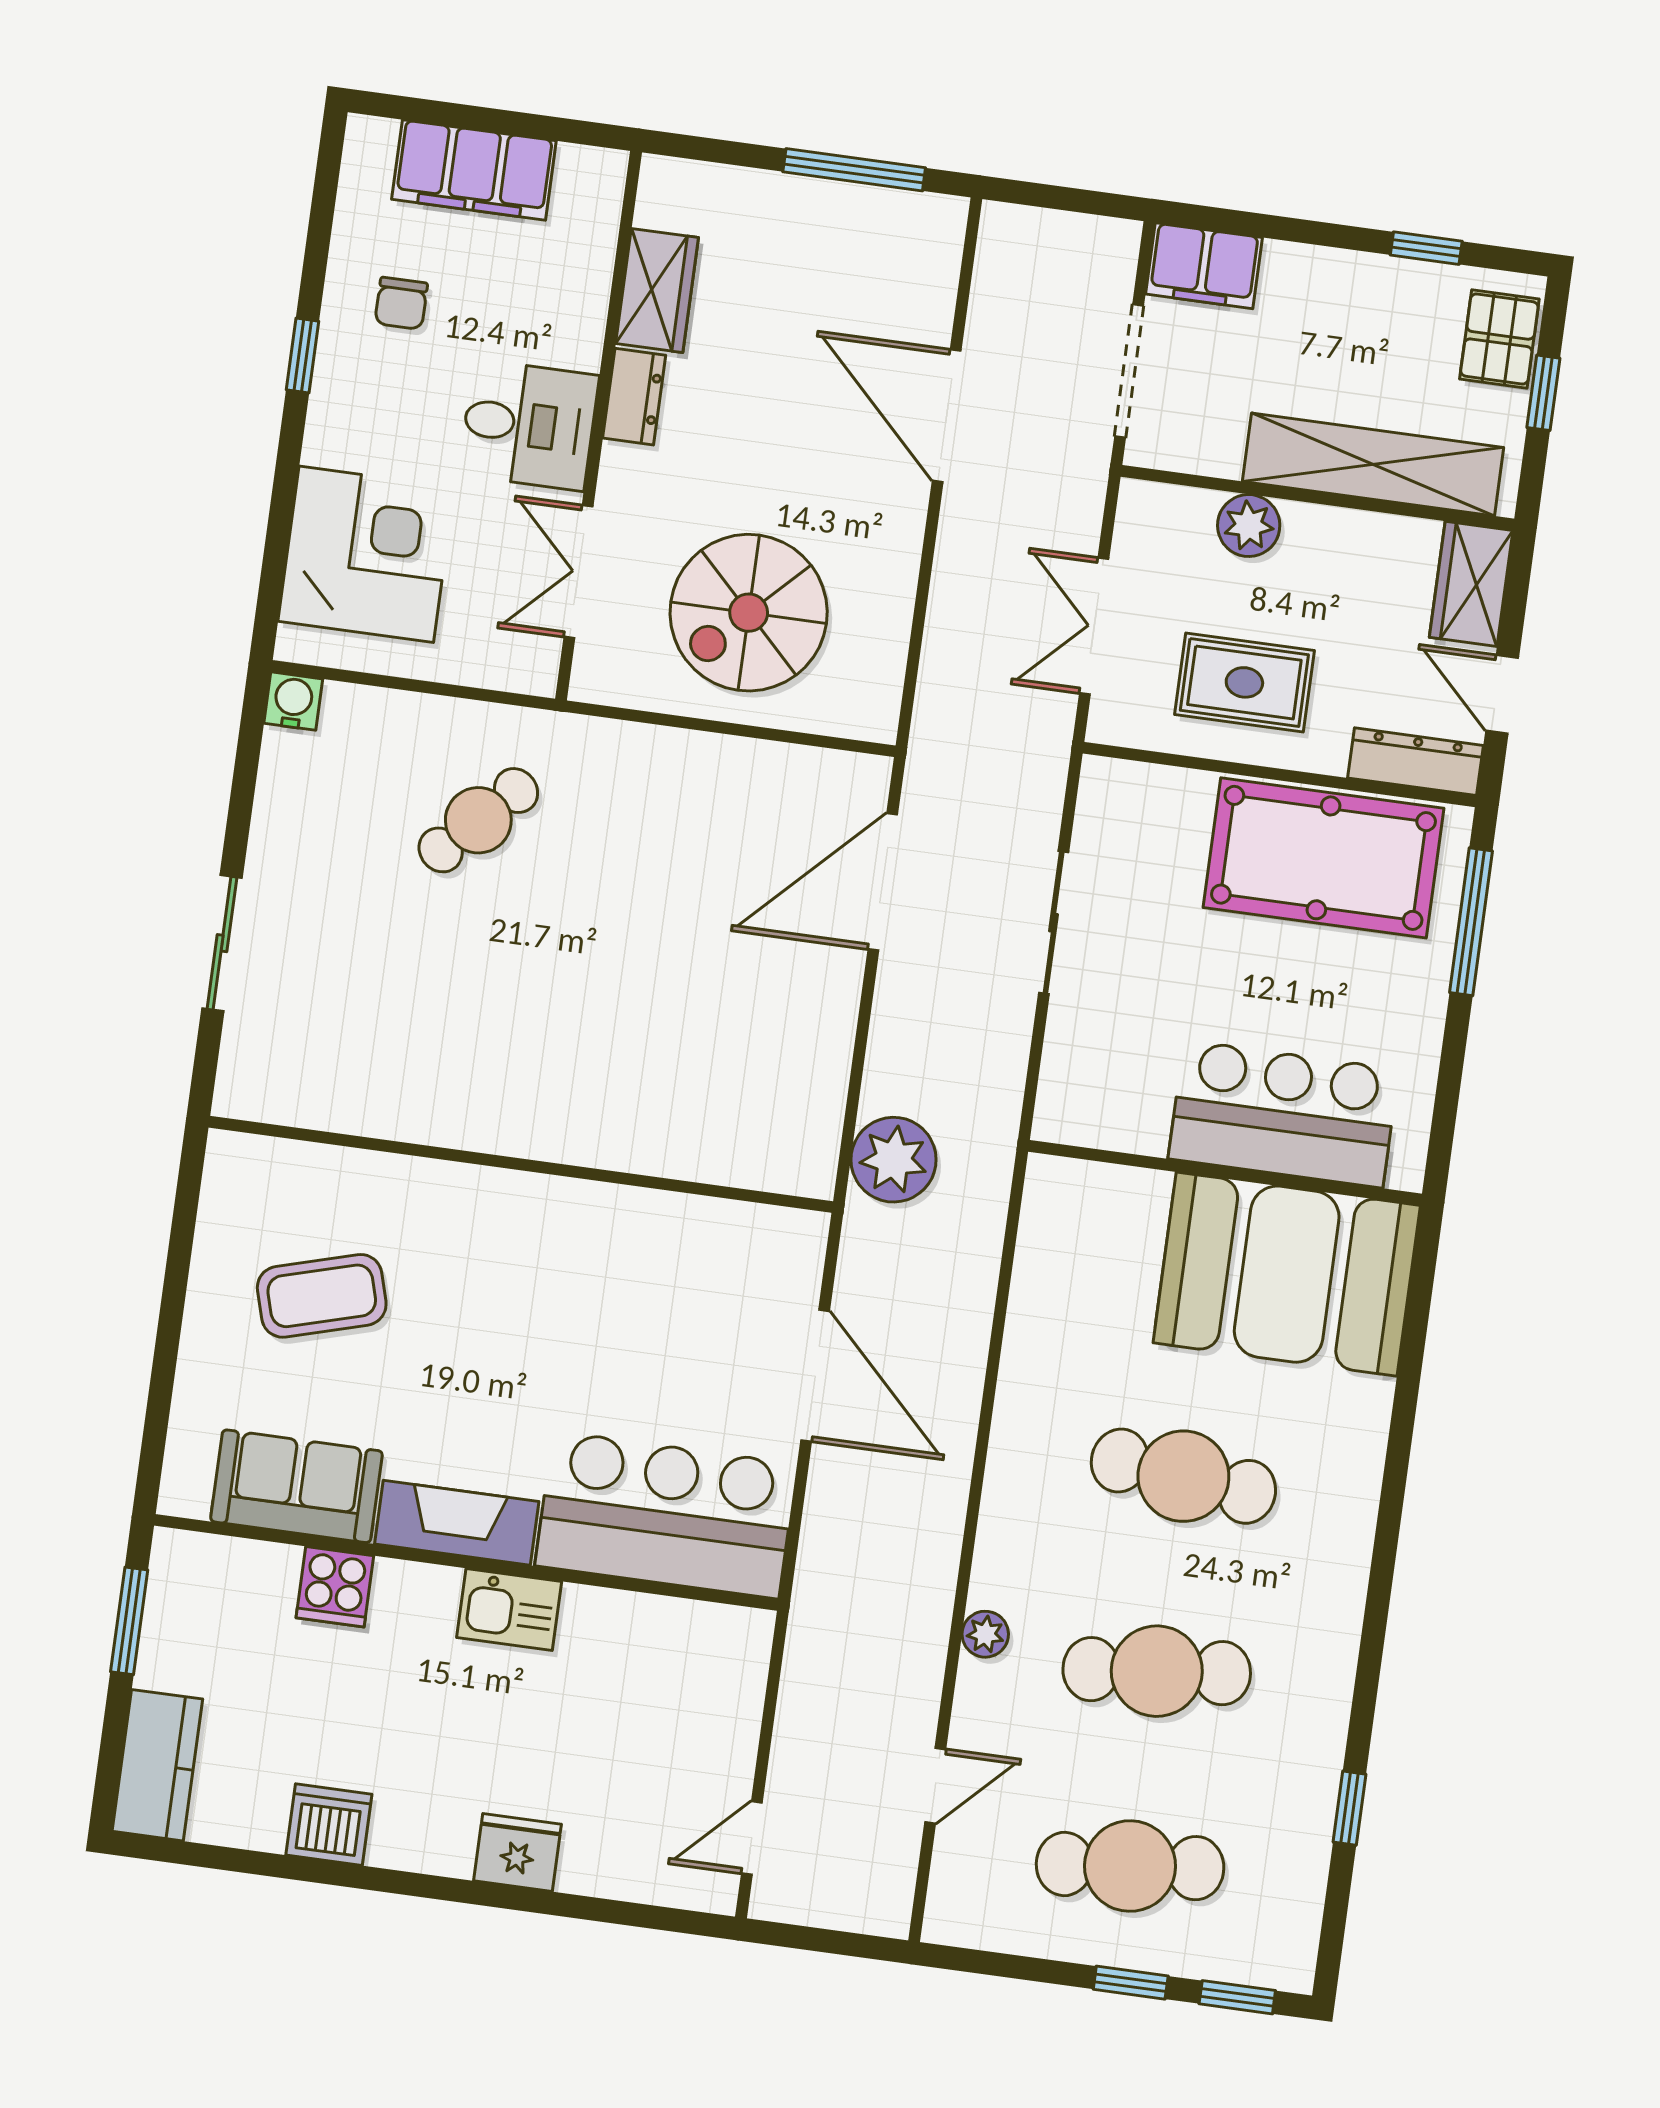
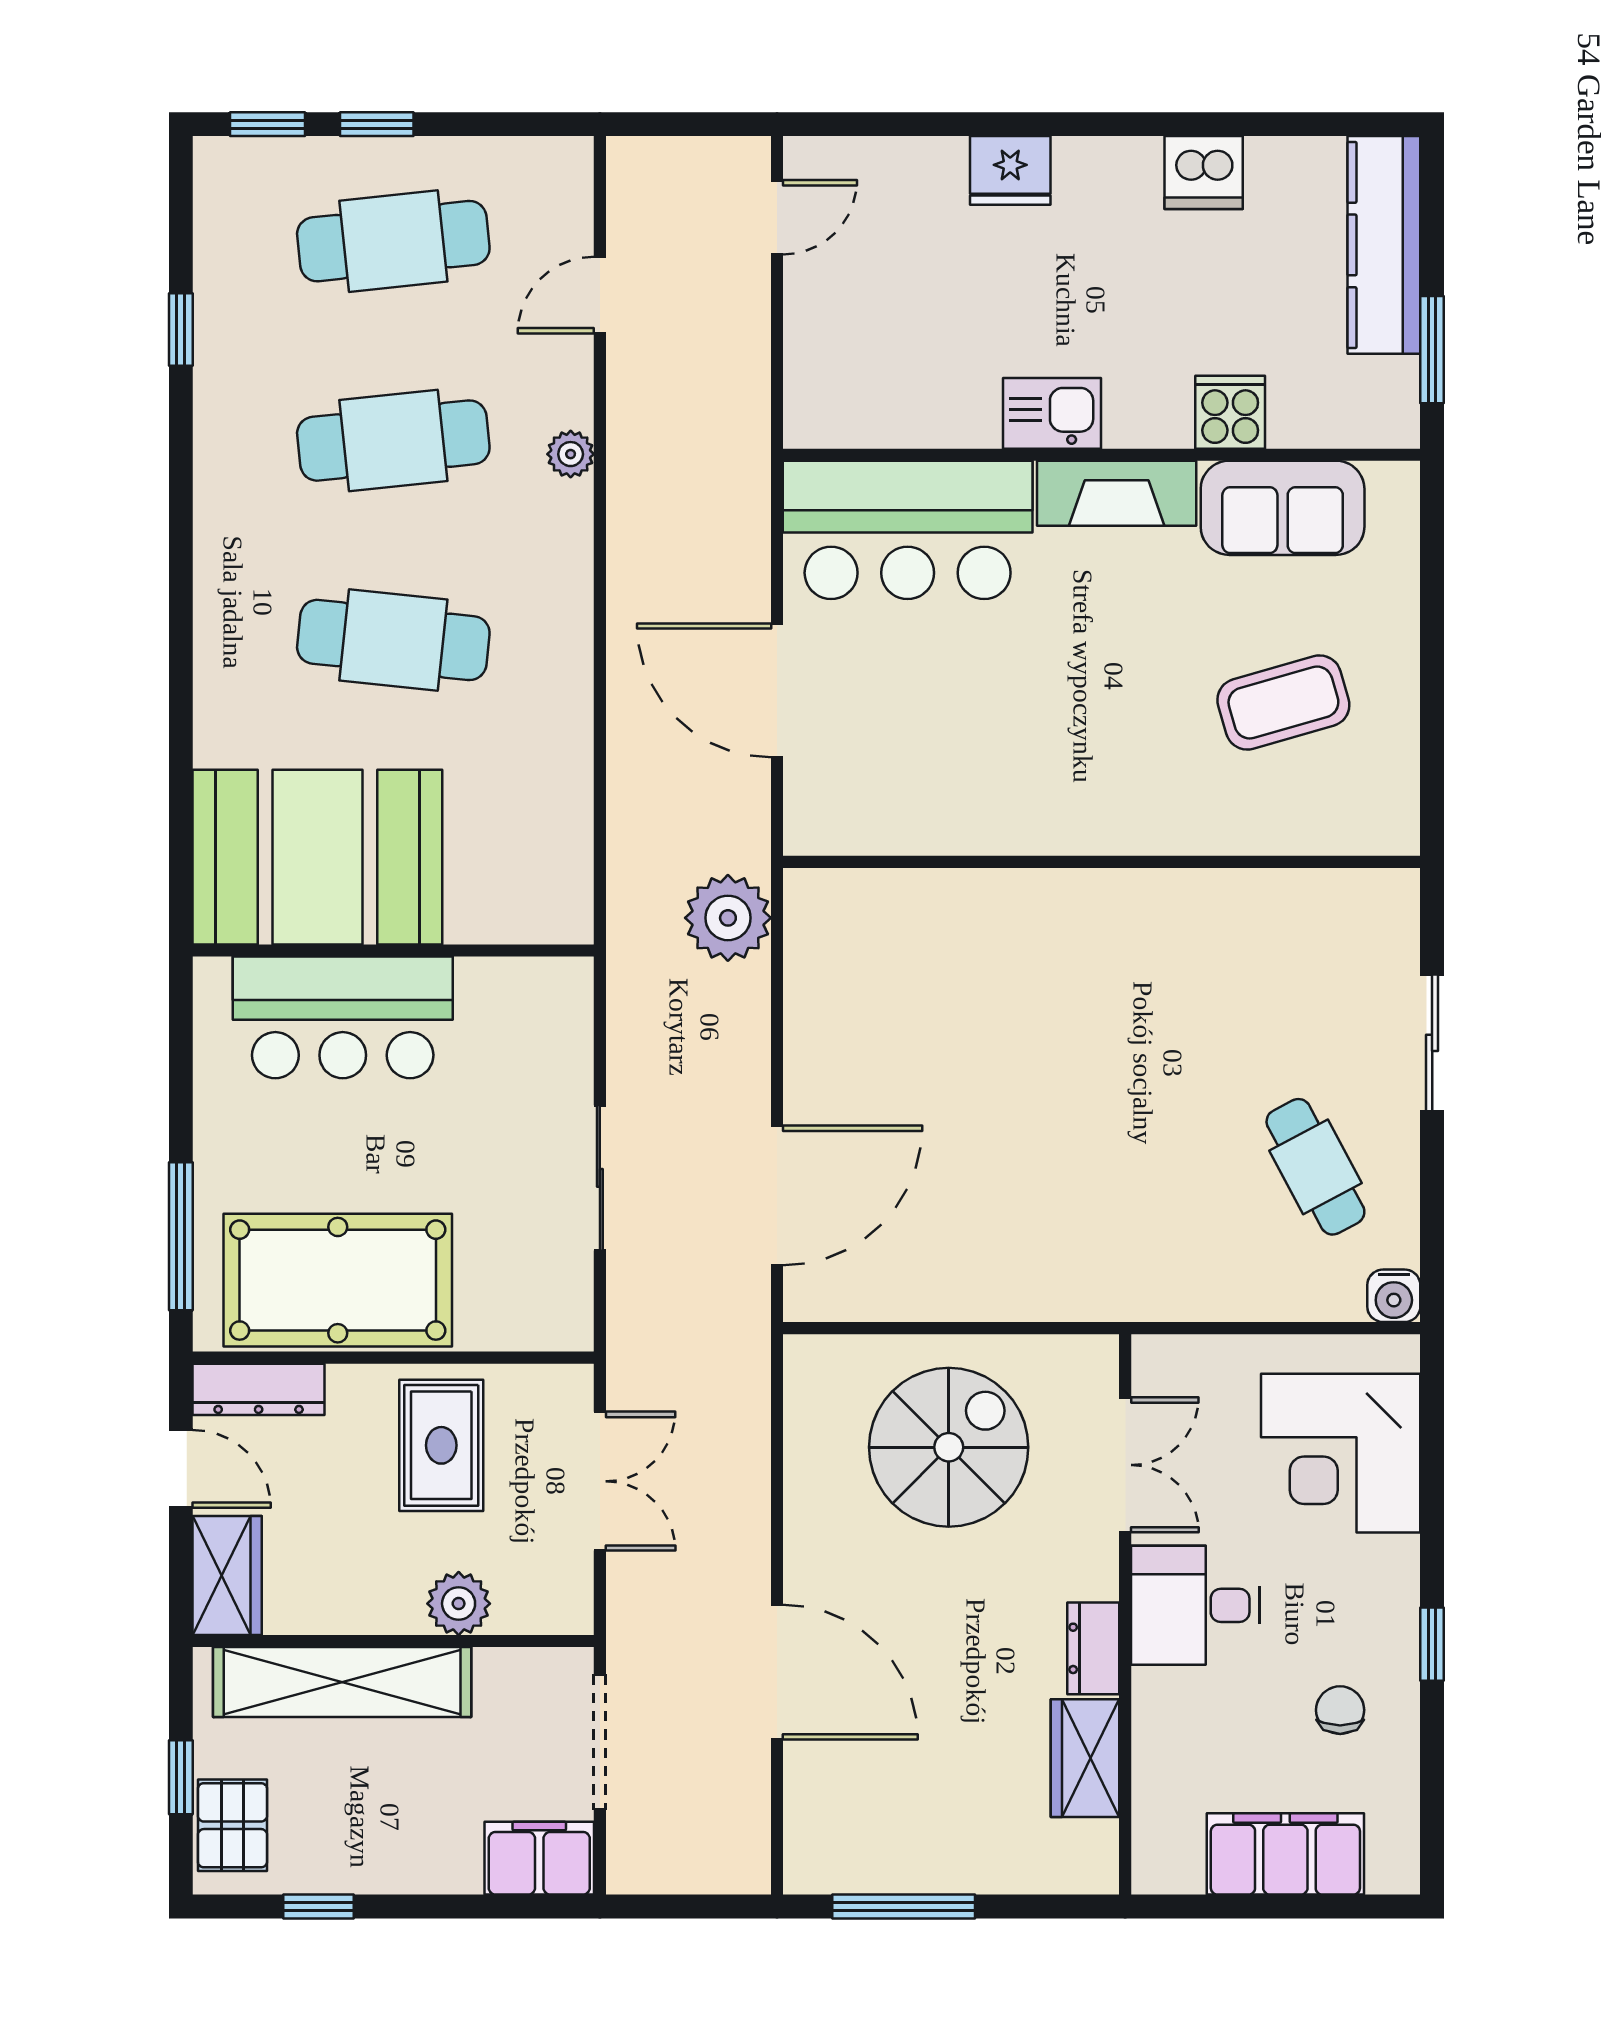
rug: (1244, 682) -> (441, 1445), turned 90
cafe table: (478, 820) -> (1315, 1167), moved, turned -72
kitchen counter: (157, 1765) -> (1384, 245), width x1.50

